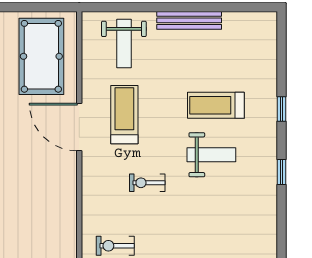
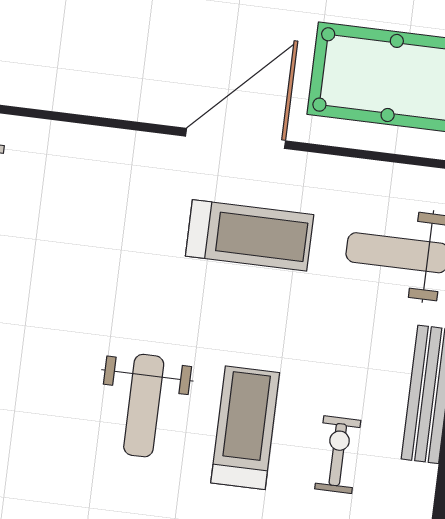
exercise bike: (147, 183) -> (338, 455), moved

